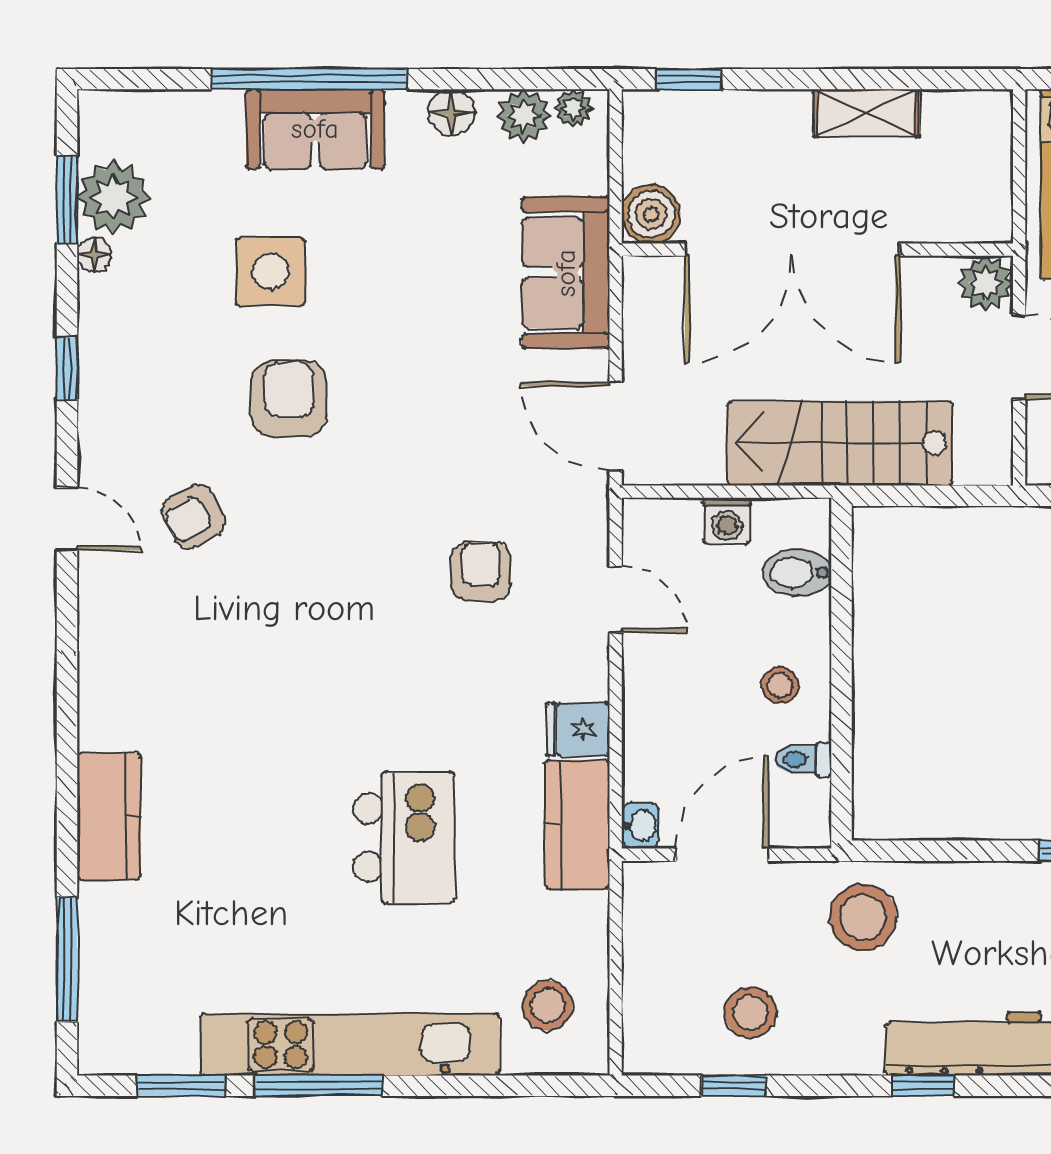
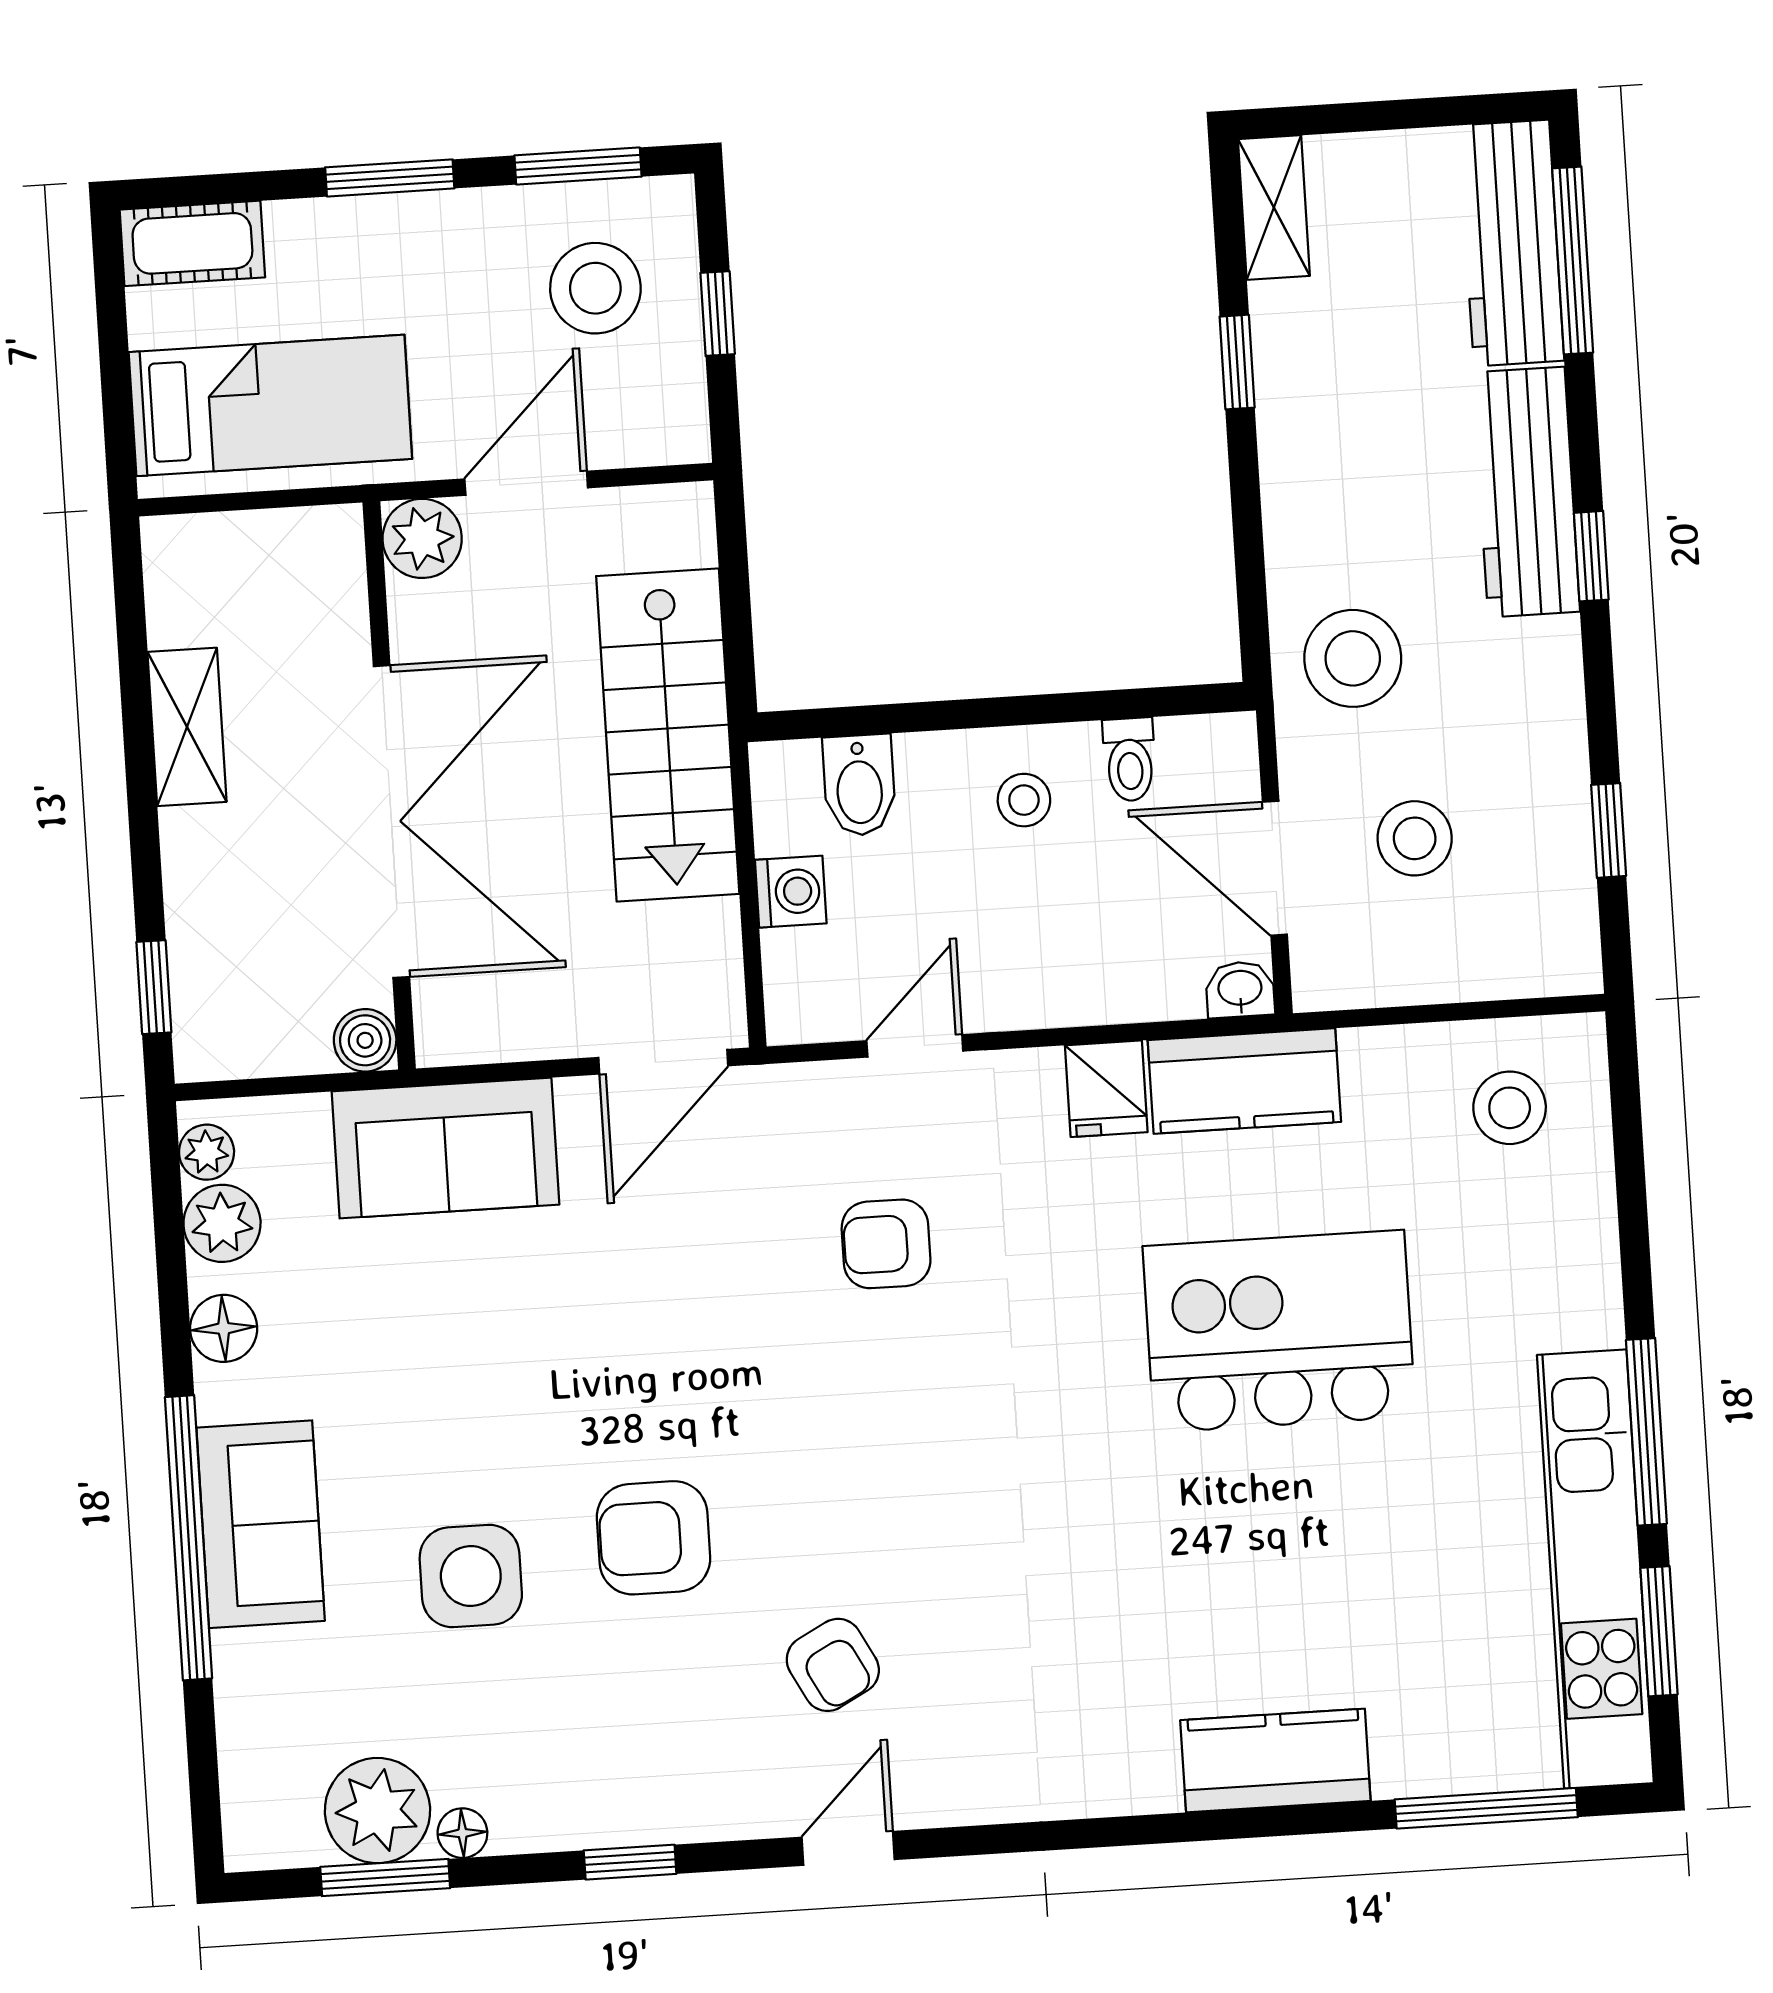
boiler: (651, 214) -> (365, 1040), width x0.73, depth x0.73
kitchen island: (404, 838) -> (1279, 1331), width x1.37, depth x1.28
stool: (750, 1012) -> (1415, 838), moved
kitchen unit: (350, 1045) -> (1595, 1569), moved

